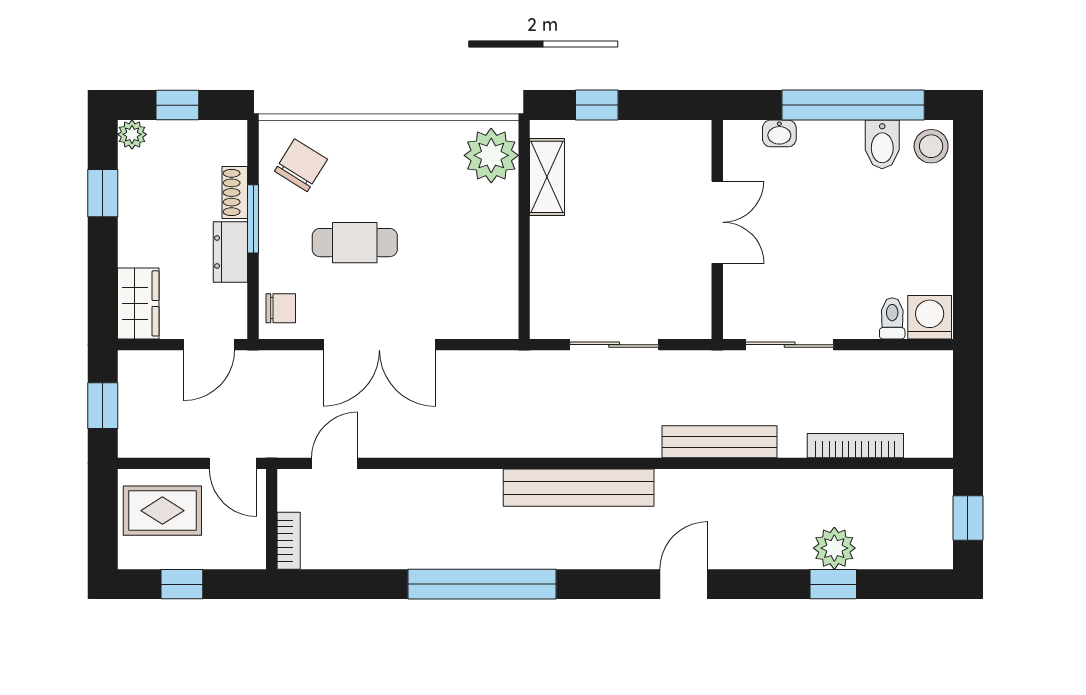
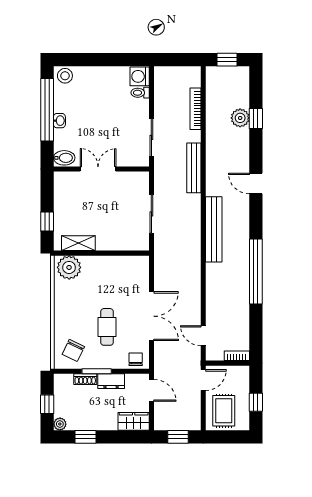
washbasin: (779, 133) -> (59, 121), moved
bidet: (882, 144) -> (64, 158), moved
chair: (301, 165) -> (73, 350), turned -96

